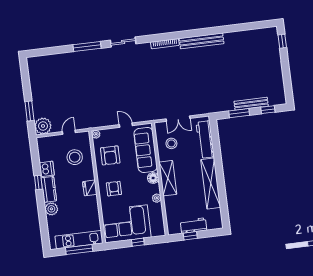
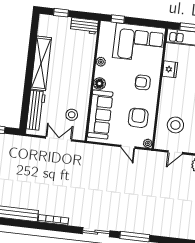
door: (126, 125) -> (128, 147), moved
shelving: (168, 178) -> (84, 80), removed
fridge: (90, 188) -> (170, 69), moved
armchair: (114, 189) -> (143, 82), turned 90
workbench: (194, 225) -> (84, 26), moved
window: (190, 236) -> (61, 13), moved
window: (138, 242) -> (118, 19), moved

